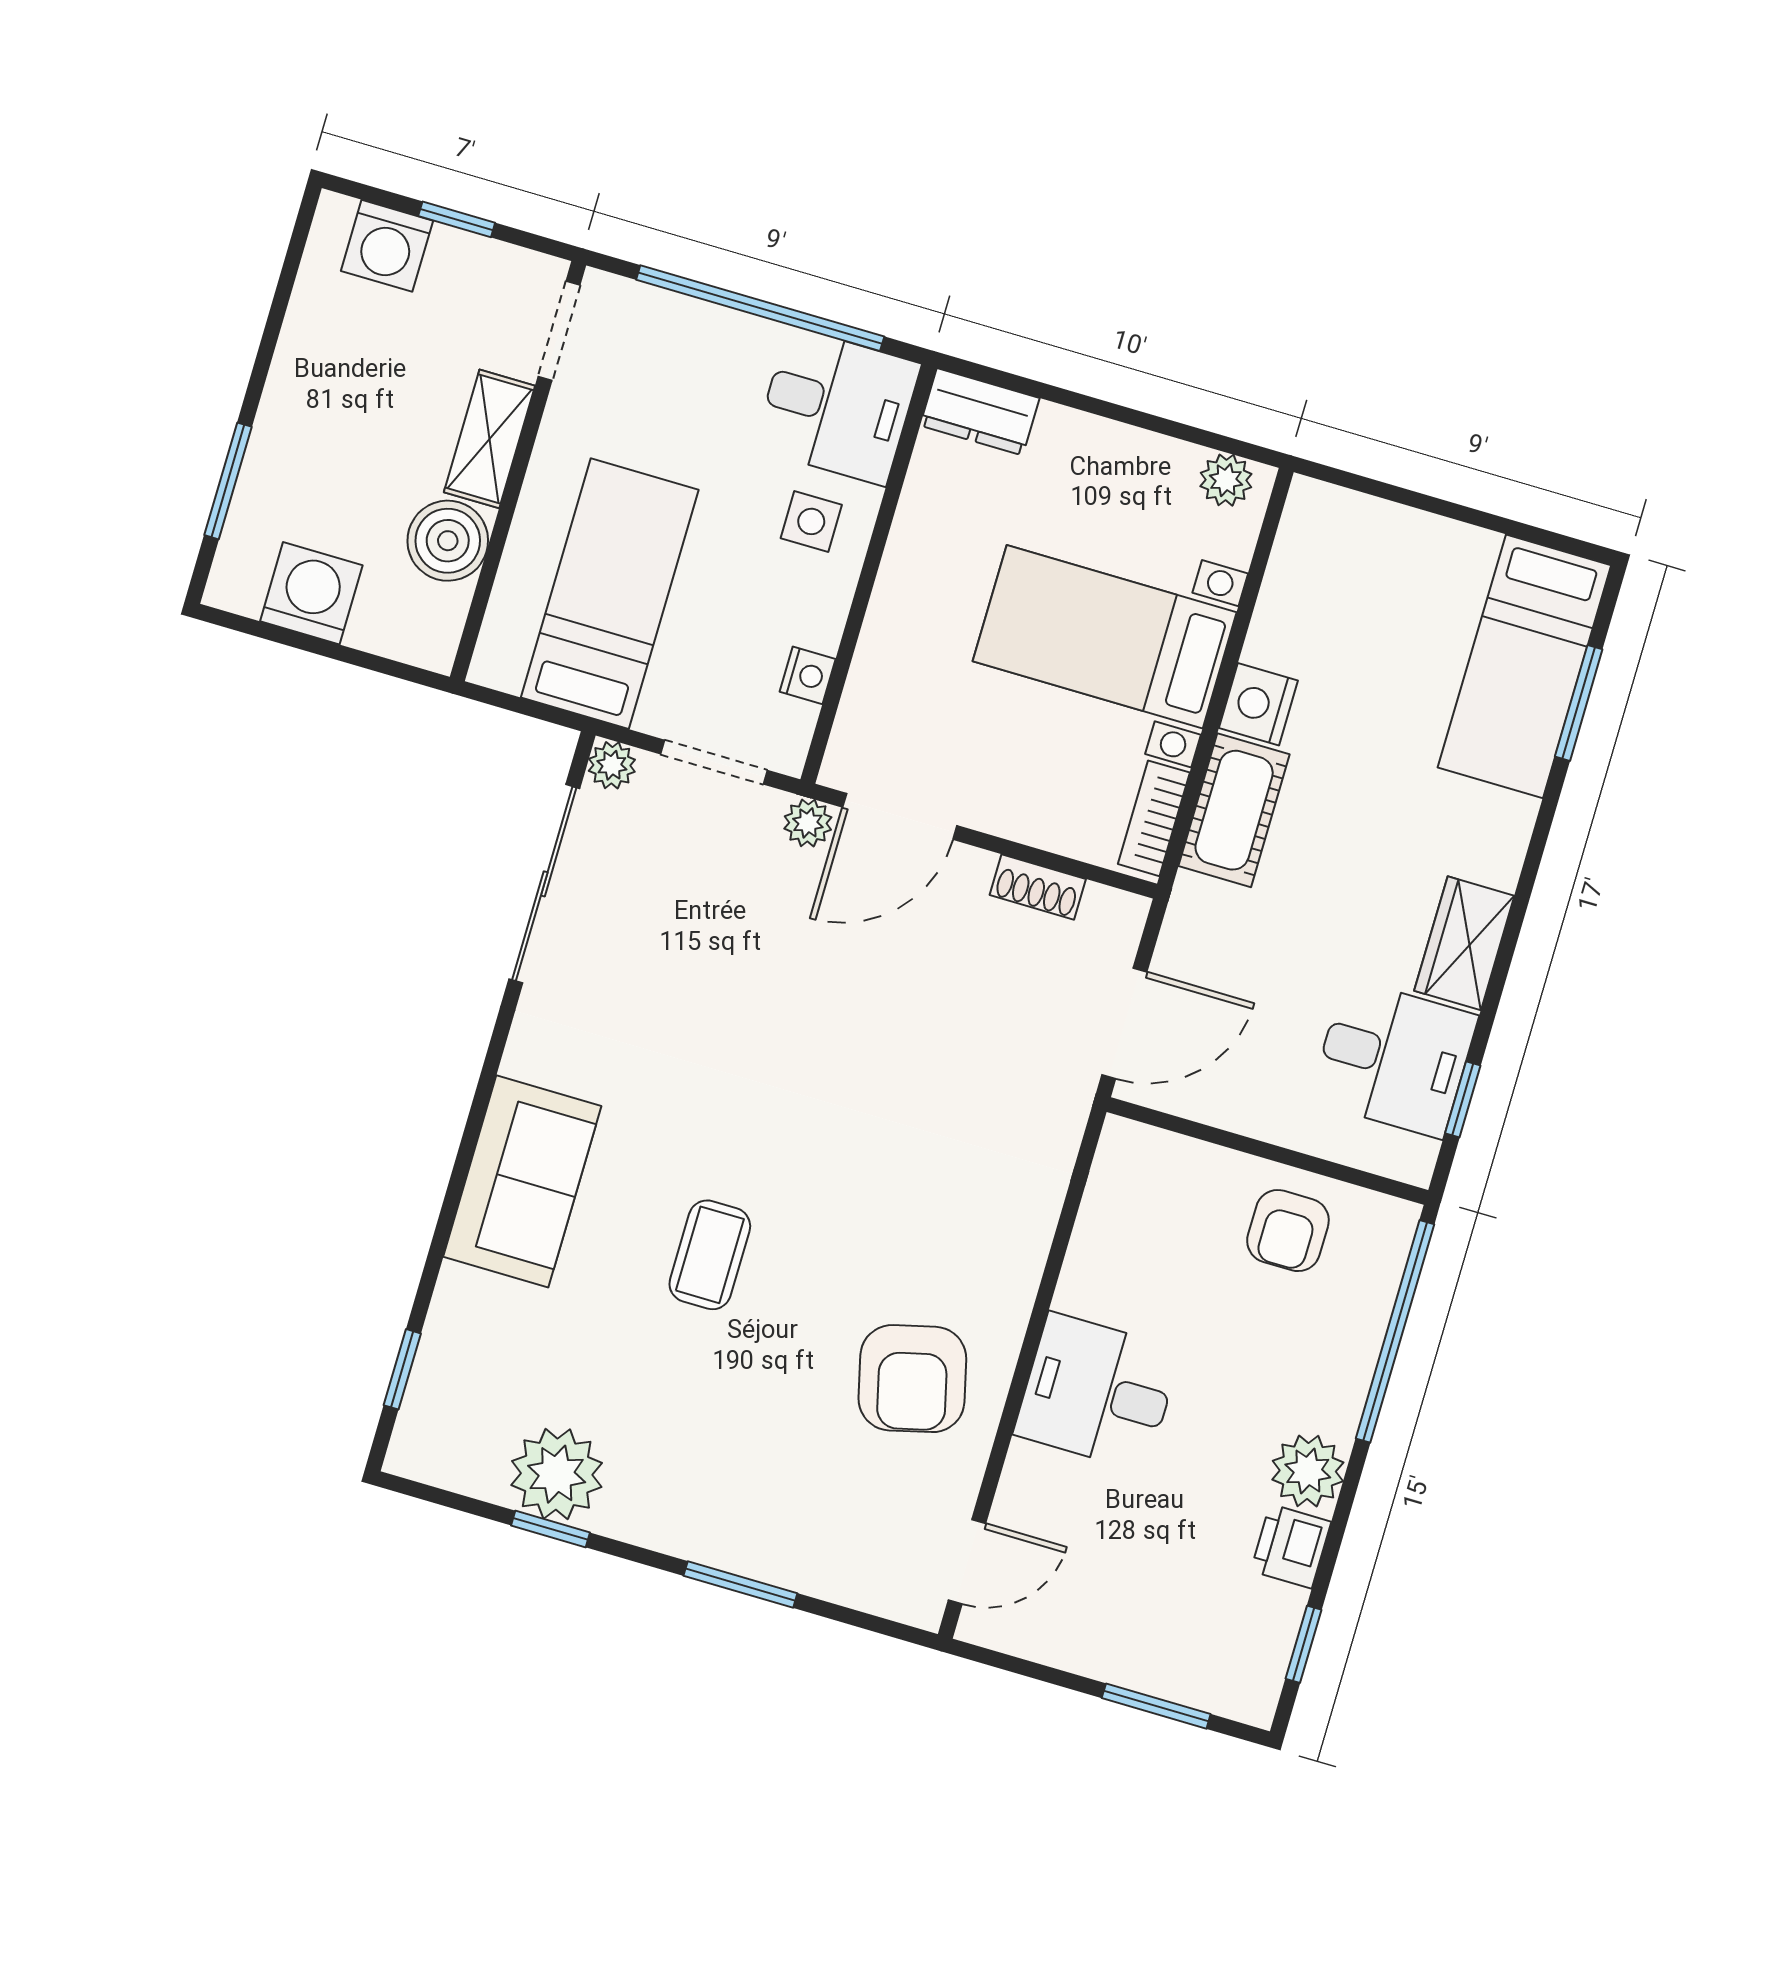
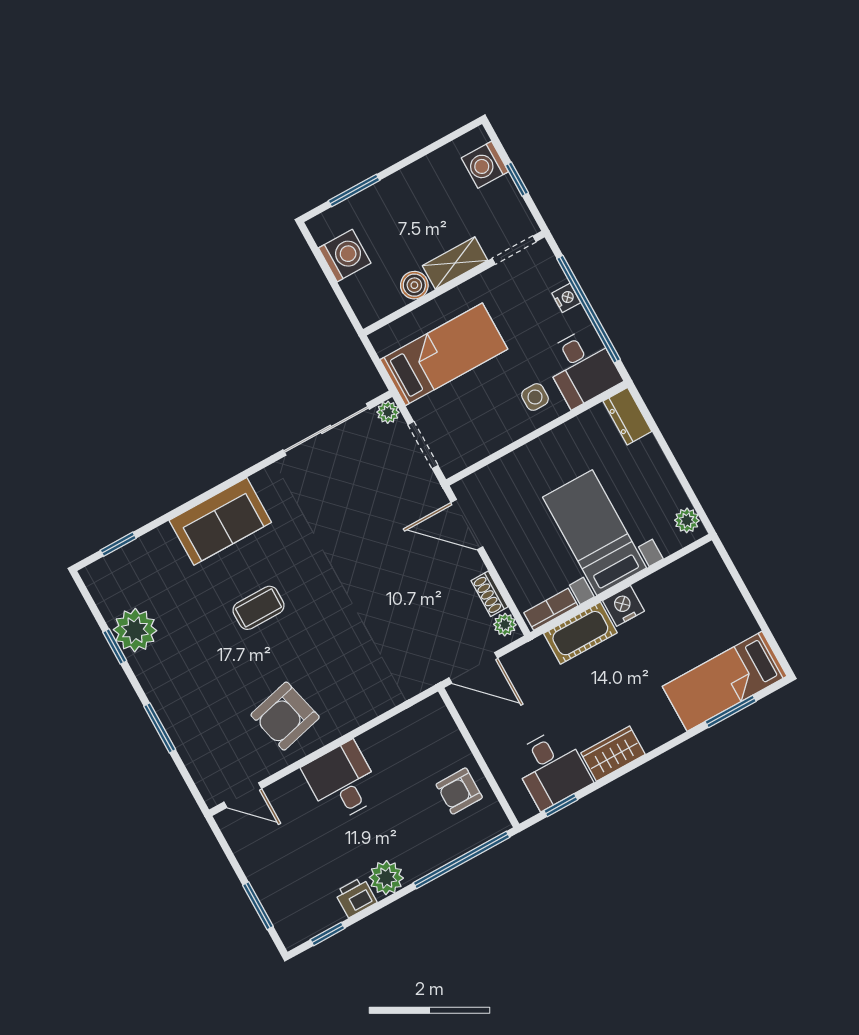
boiler: (448, 541) -> (414, 285), width x0.73, depth x0.73
nightstand: (808, 675) -> (566, 298), moved, turned -90
plant: (808, 823) -> (505, 625), moved

